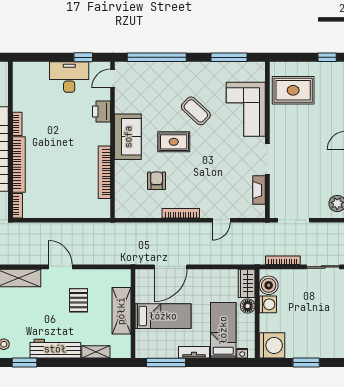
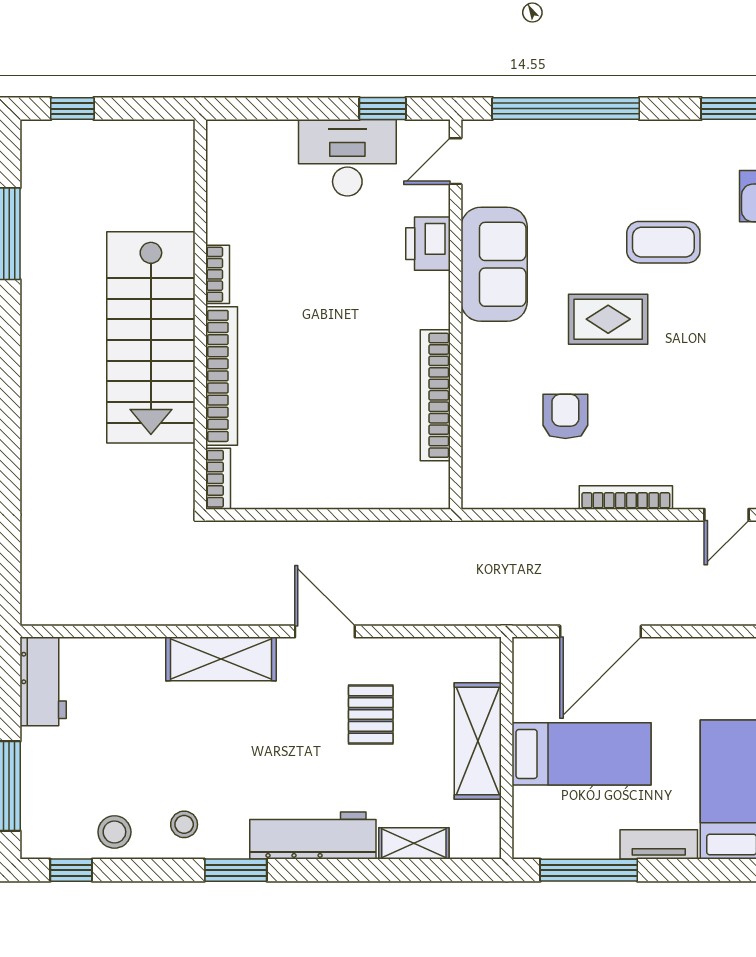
coffee table: (196, 111) -> (663, 242), turned -43
sofa: (128, 137) -> (494, 264), moved

